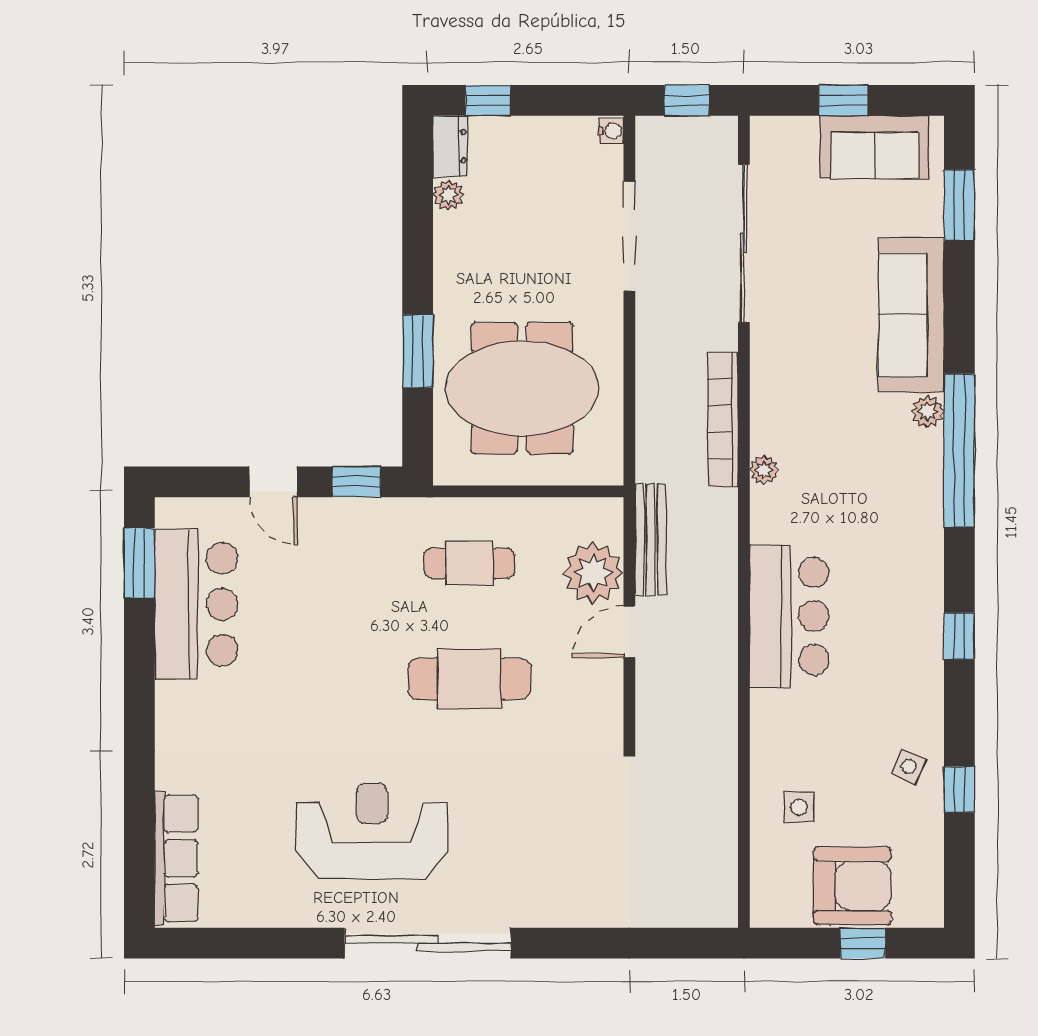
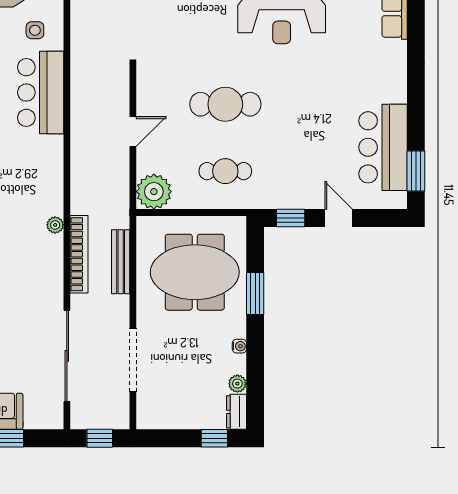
water cooler: (612, 131) -> (239, 346), moved, turned 180
bench: (651, 539) -> (121, 262), moved
plant: (593, 573) -> (154, 192), moved
bar counter: (789, 616) -> (41, 93), moved

